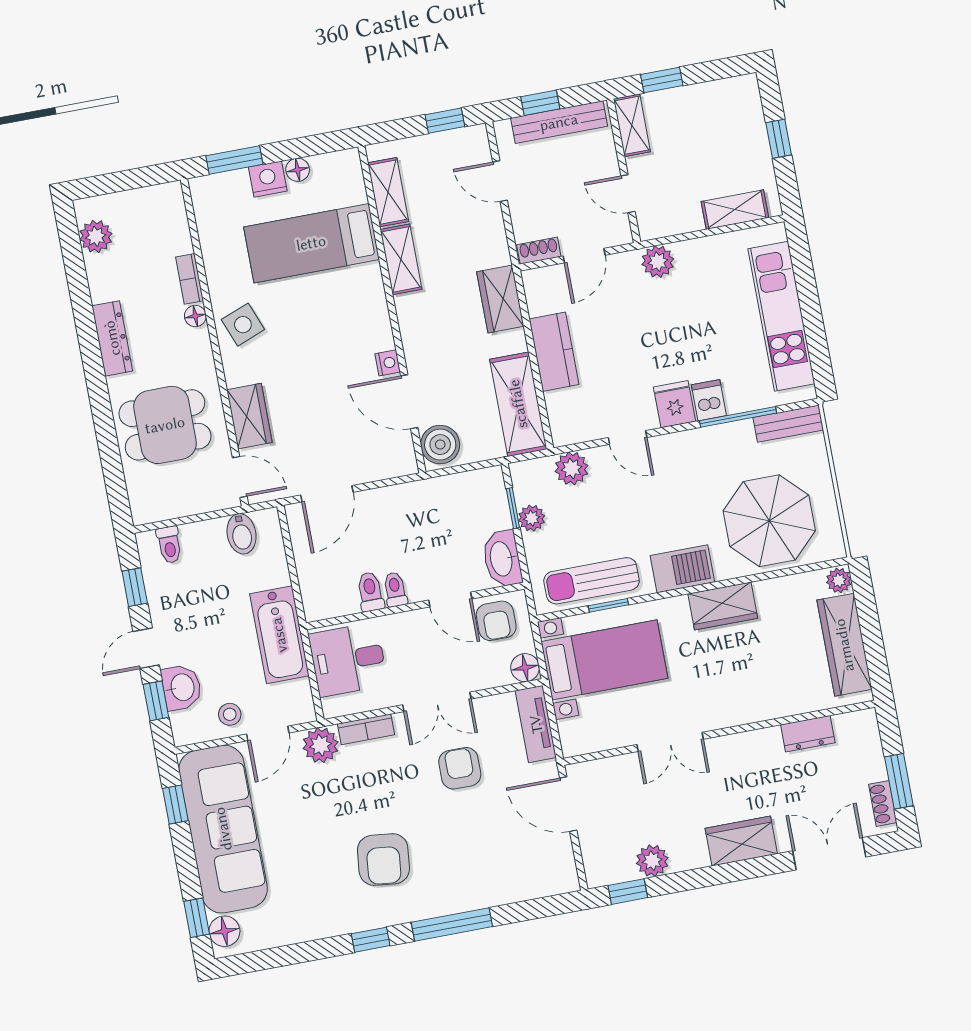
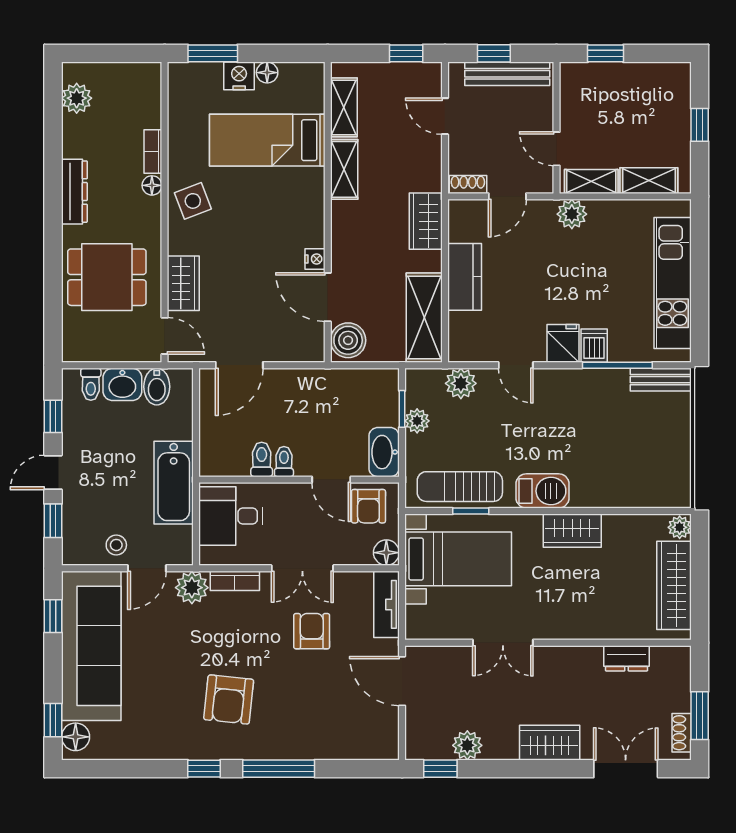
shelving: (632, 125) -> (591, 182), moved, turned 90
parasol: (769, 521) -> (628, 463), removed
washbasin: (182, 687) -> (122, 384), moved, turned 90

